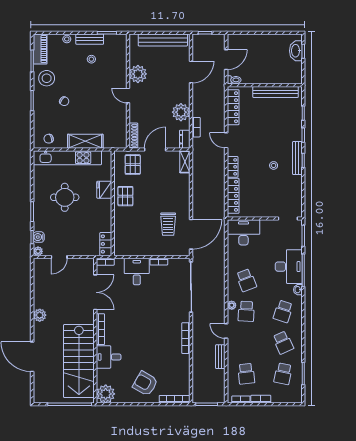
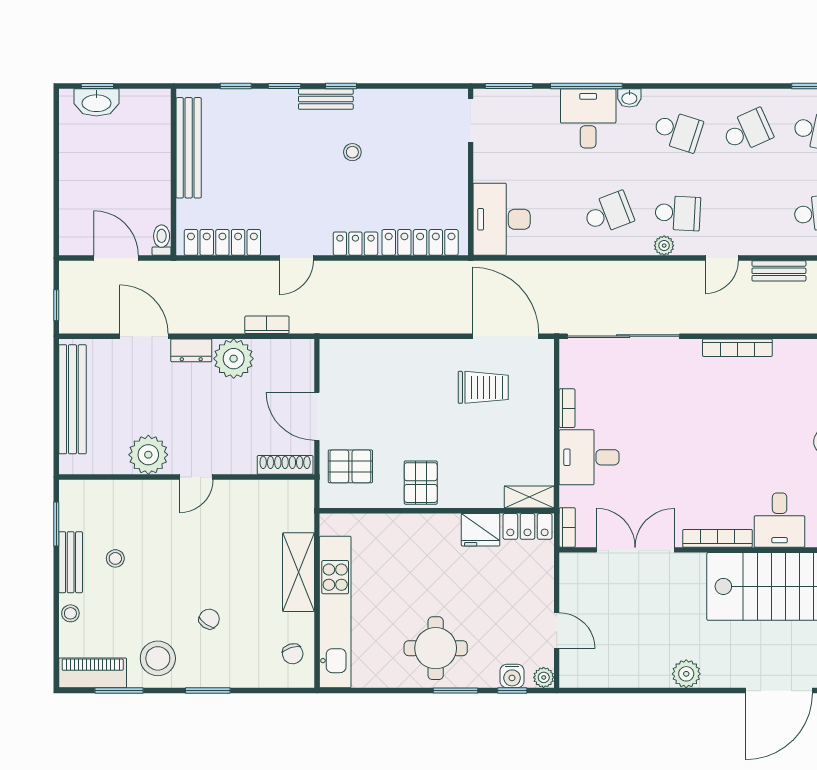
dresser: (185, 139) -> (191, 350), moved
bench: (297, 158) -> (326, 99), width x0.73
shelving: (185, 162) -> (529, 497), moved
fridge: (104, 190) -> (481, 530), moved
pallet: (125, 196) -> (421, 483), turned 90
round table: (65, 197) -> (436, 648), moved
desk: (289, 267) -> (588, 118), width x0.73

